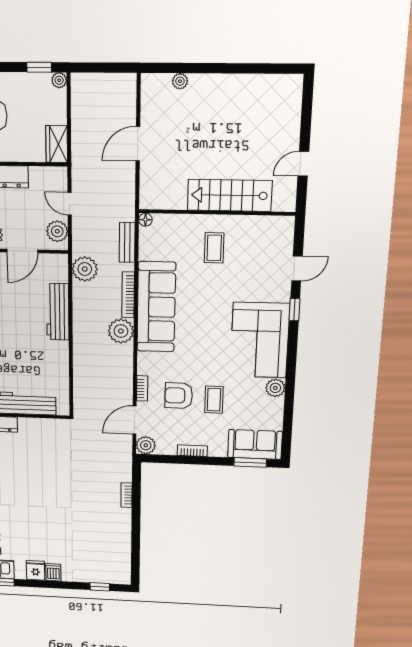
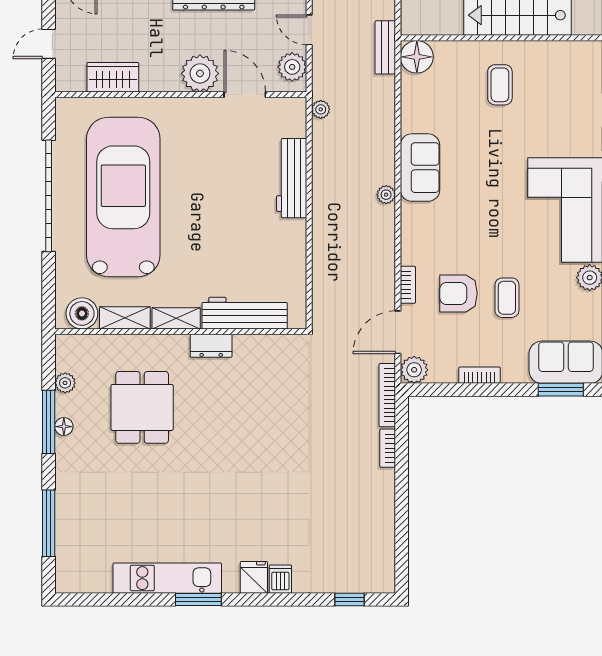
floor lamp: (145, 220) -> (417, 57), width x1.89, depth x1.89
bench: (127, 243) -> (385, 47), moved
door: (22, 251) -> (245, 95), swing flipped
plant: (85, 269) -> (321, 109), width x0.53, depth x0.53
bookcase: (128, 295) -> (387, 395), moved
sofa: (156, 307) -> (420, 168), width x0.54, depth x0.79
plant: (121, 331) -> (386, 195), width x0.53, depth x0.53

